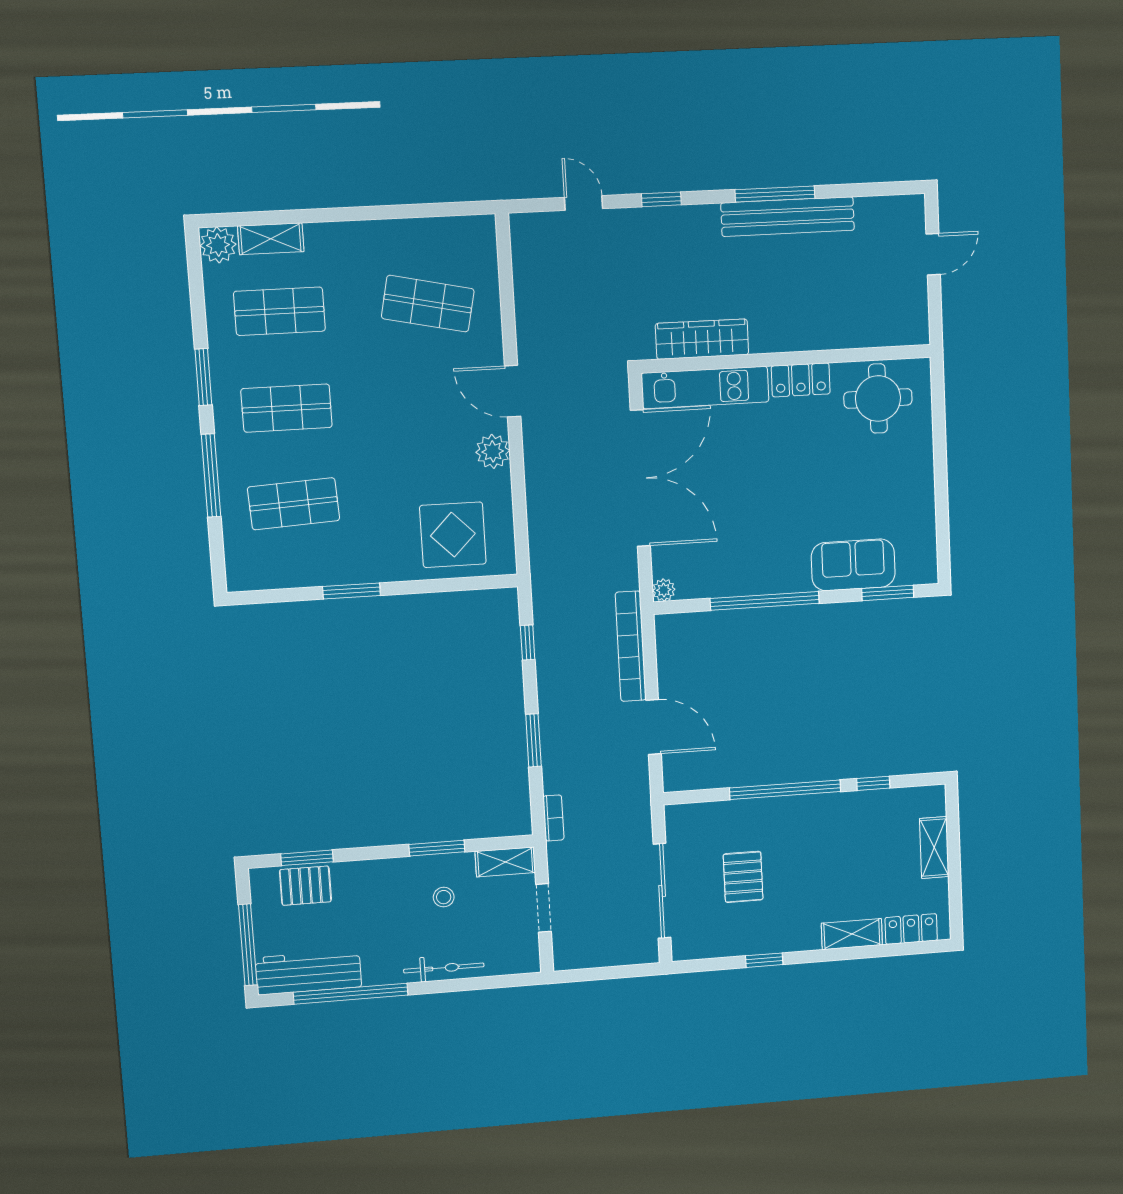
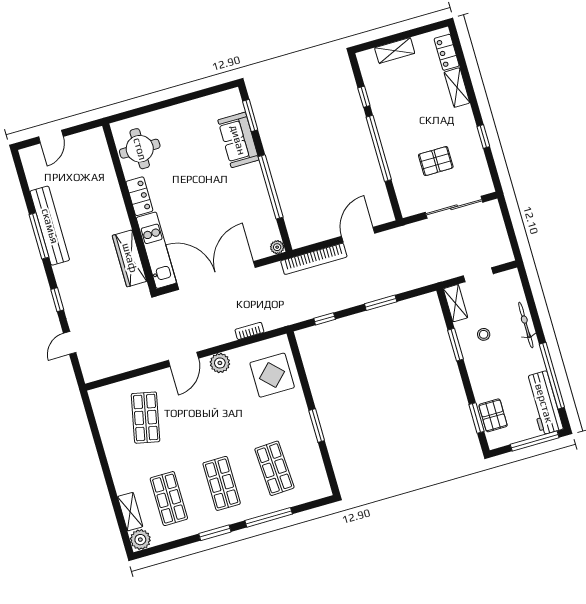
door: (933, 254) -> (51, 137), swing flipped
bookcase: (553, 818) -> (249, 331), moved

